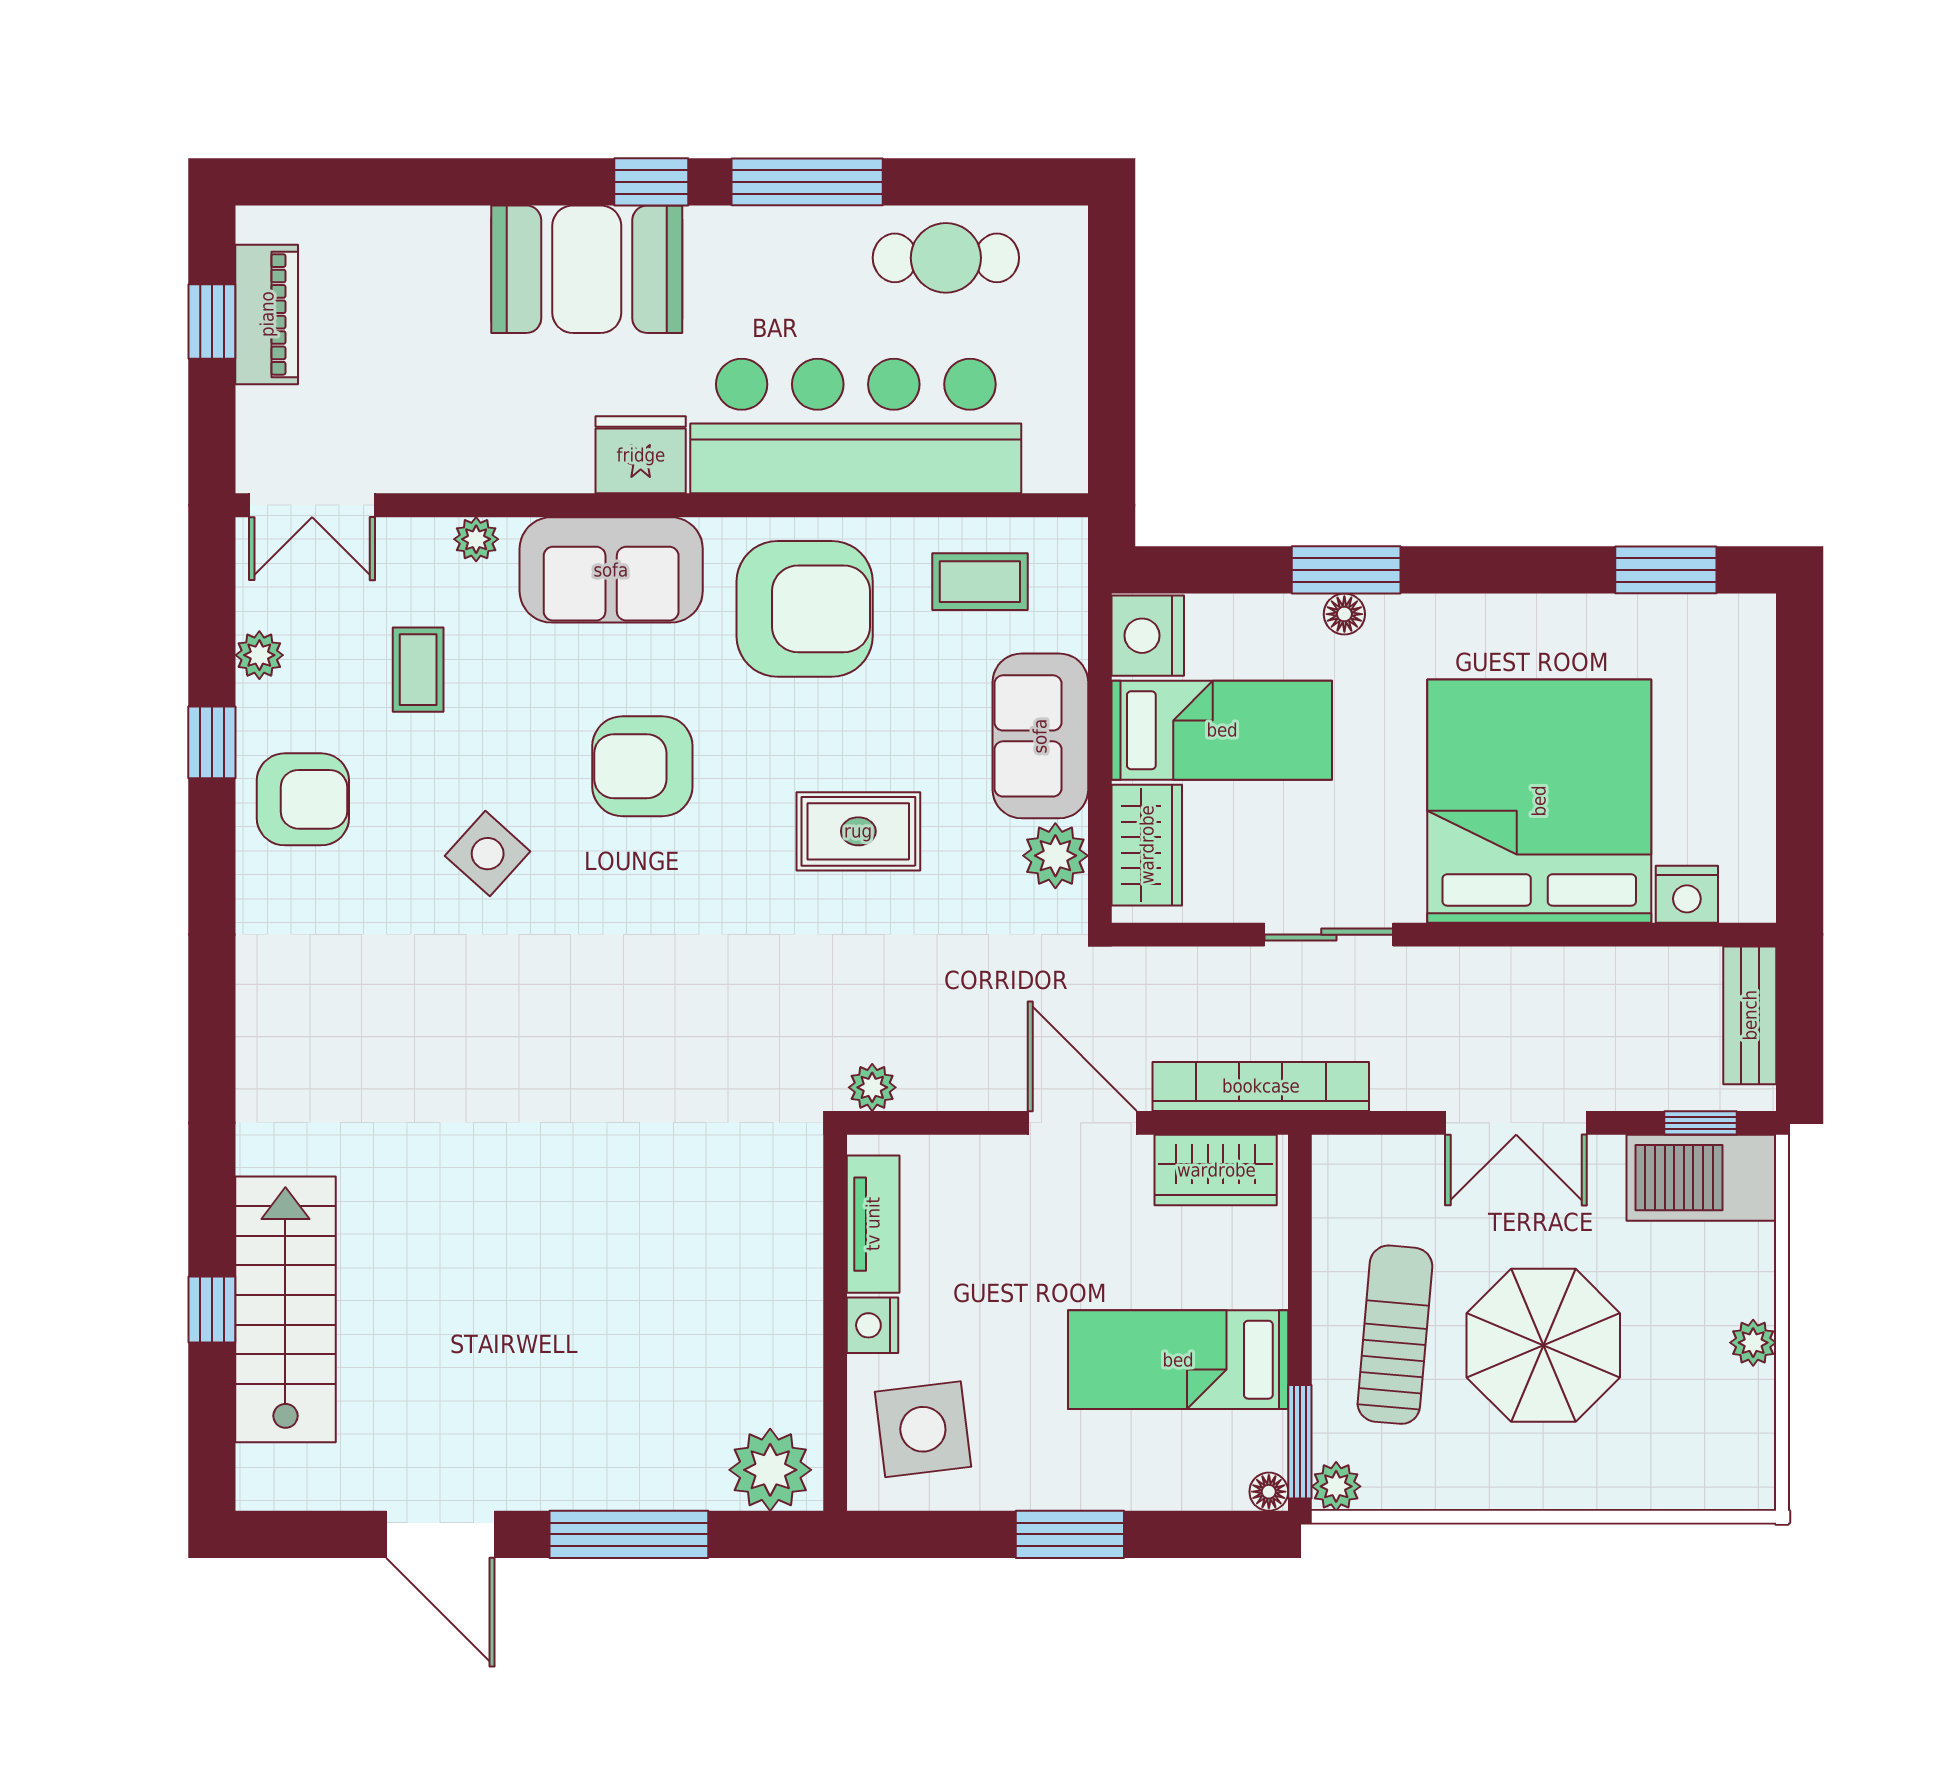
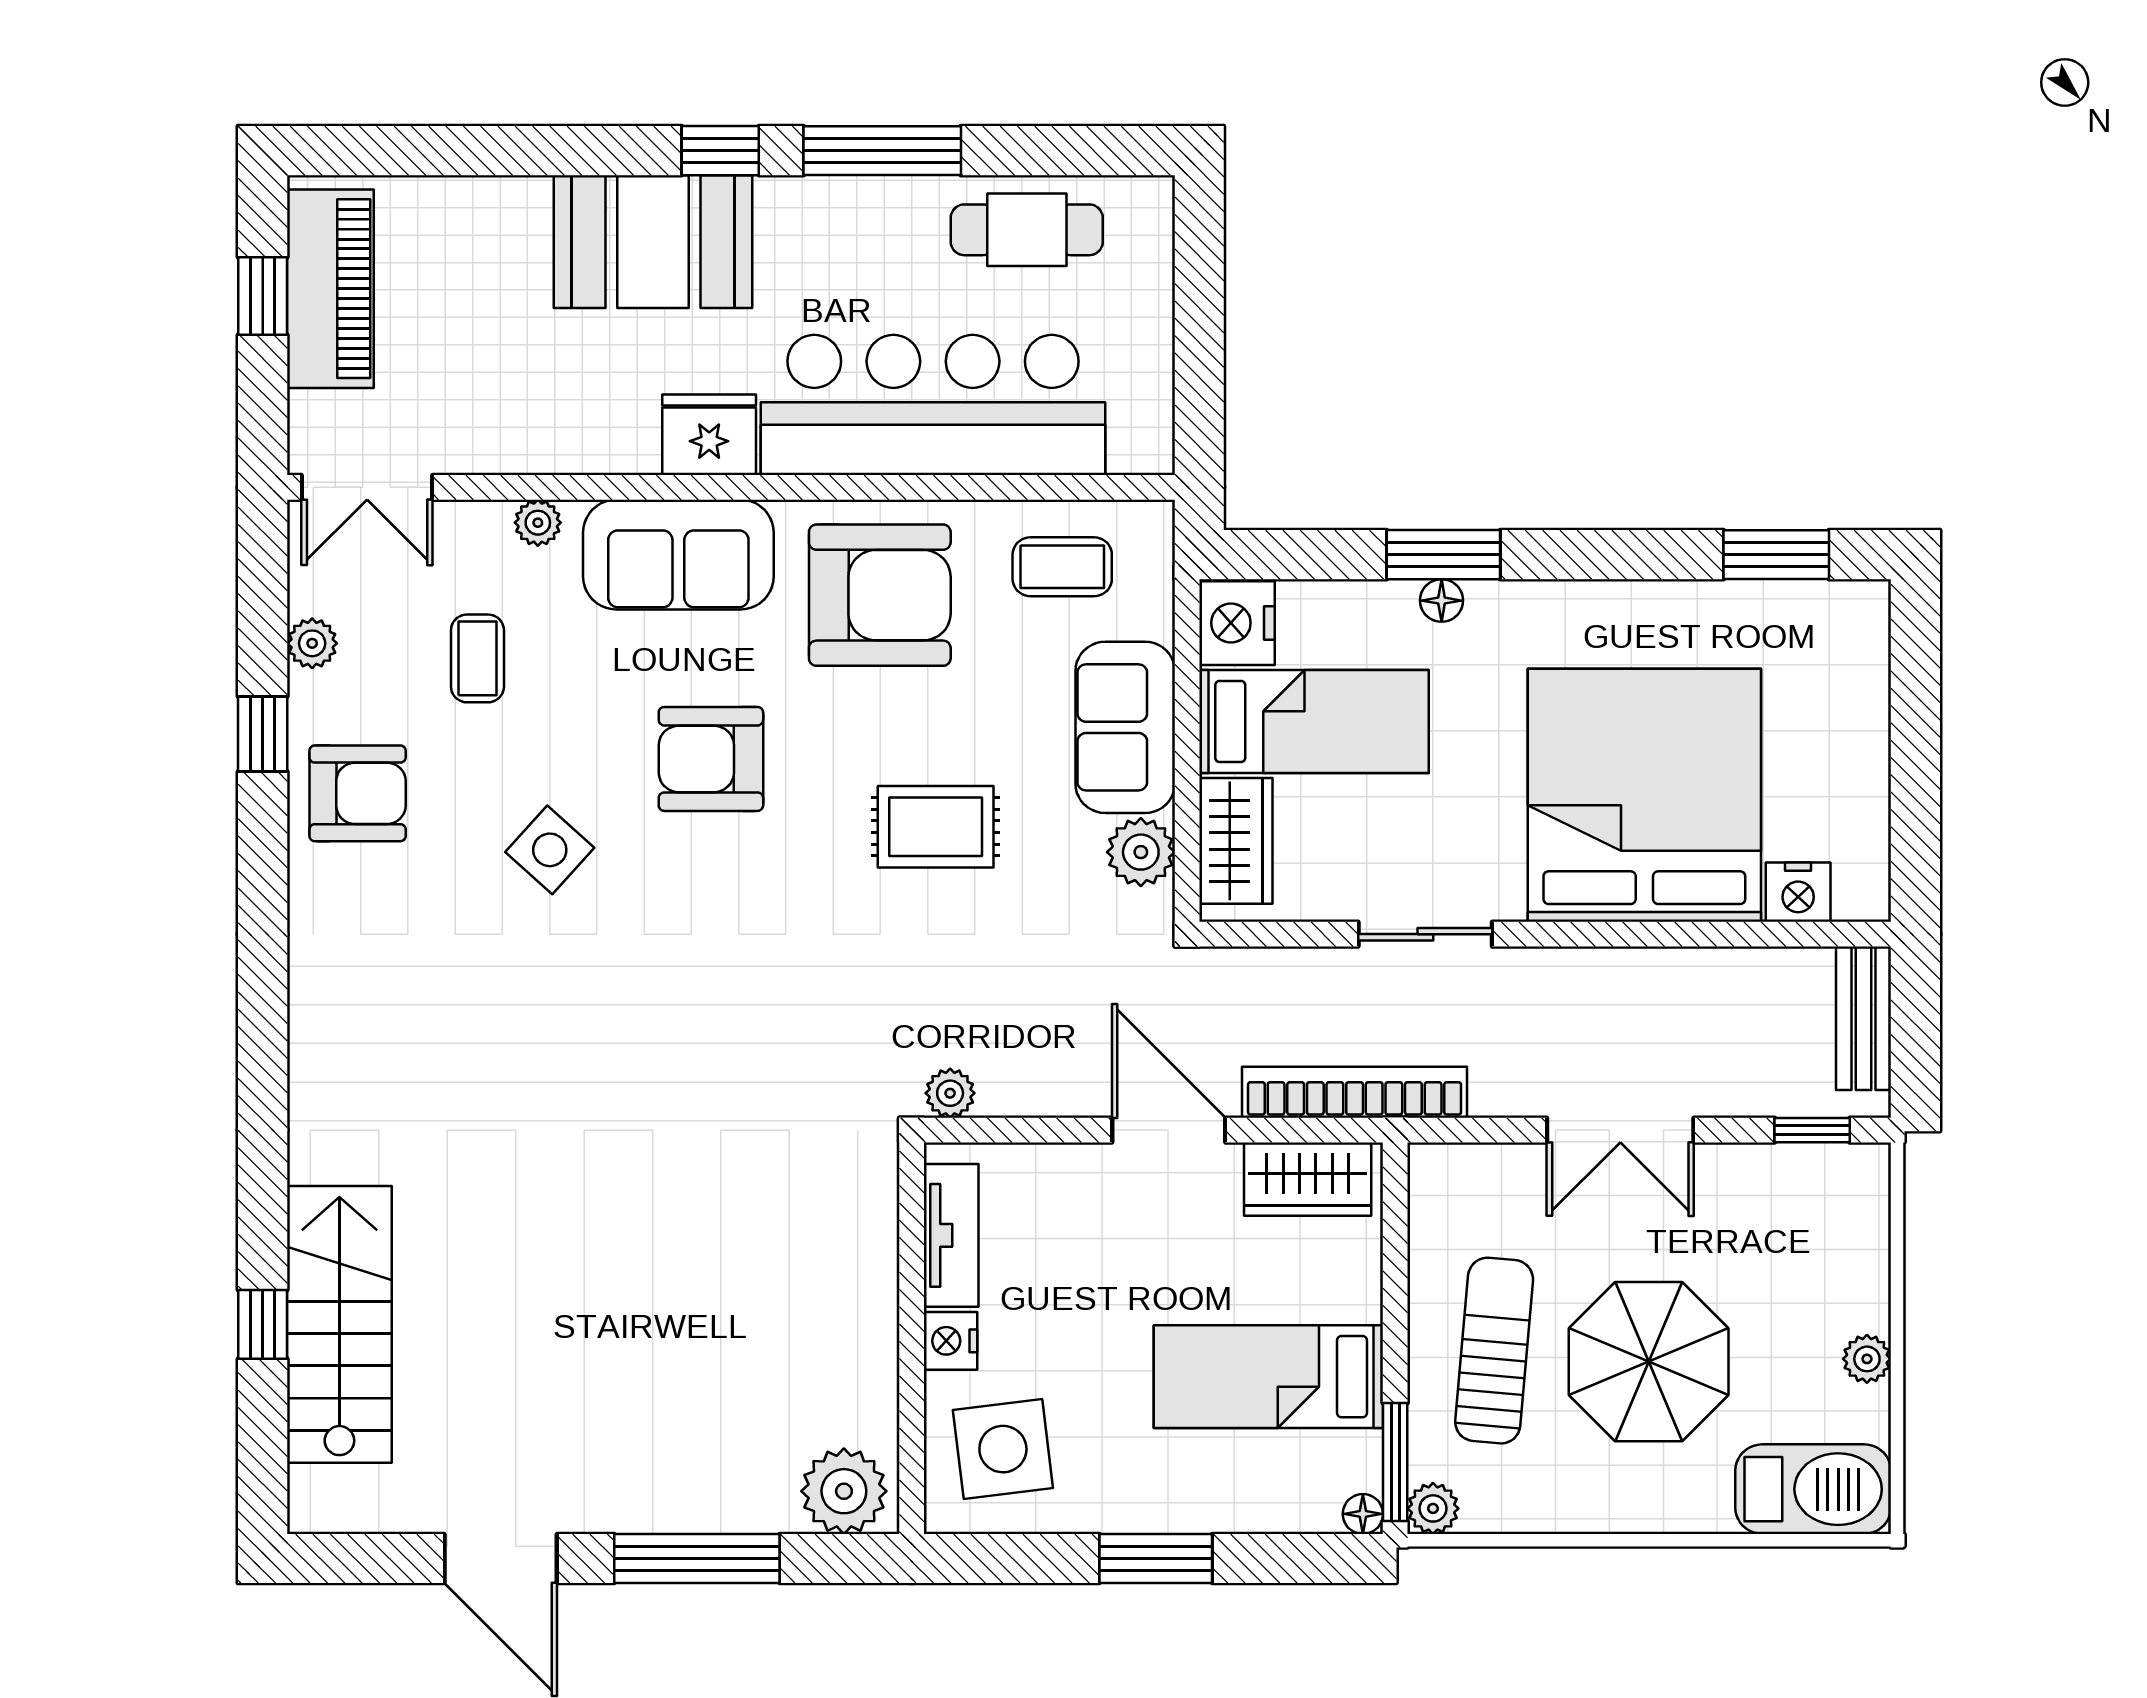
piano: (267, 314) -> (330, 289), width x1.37, depth x1.33
barbecue: (1701, 1178) -> (1813, 1489), moved, turned 180

